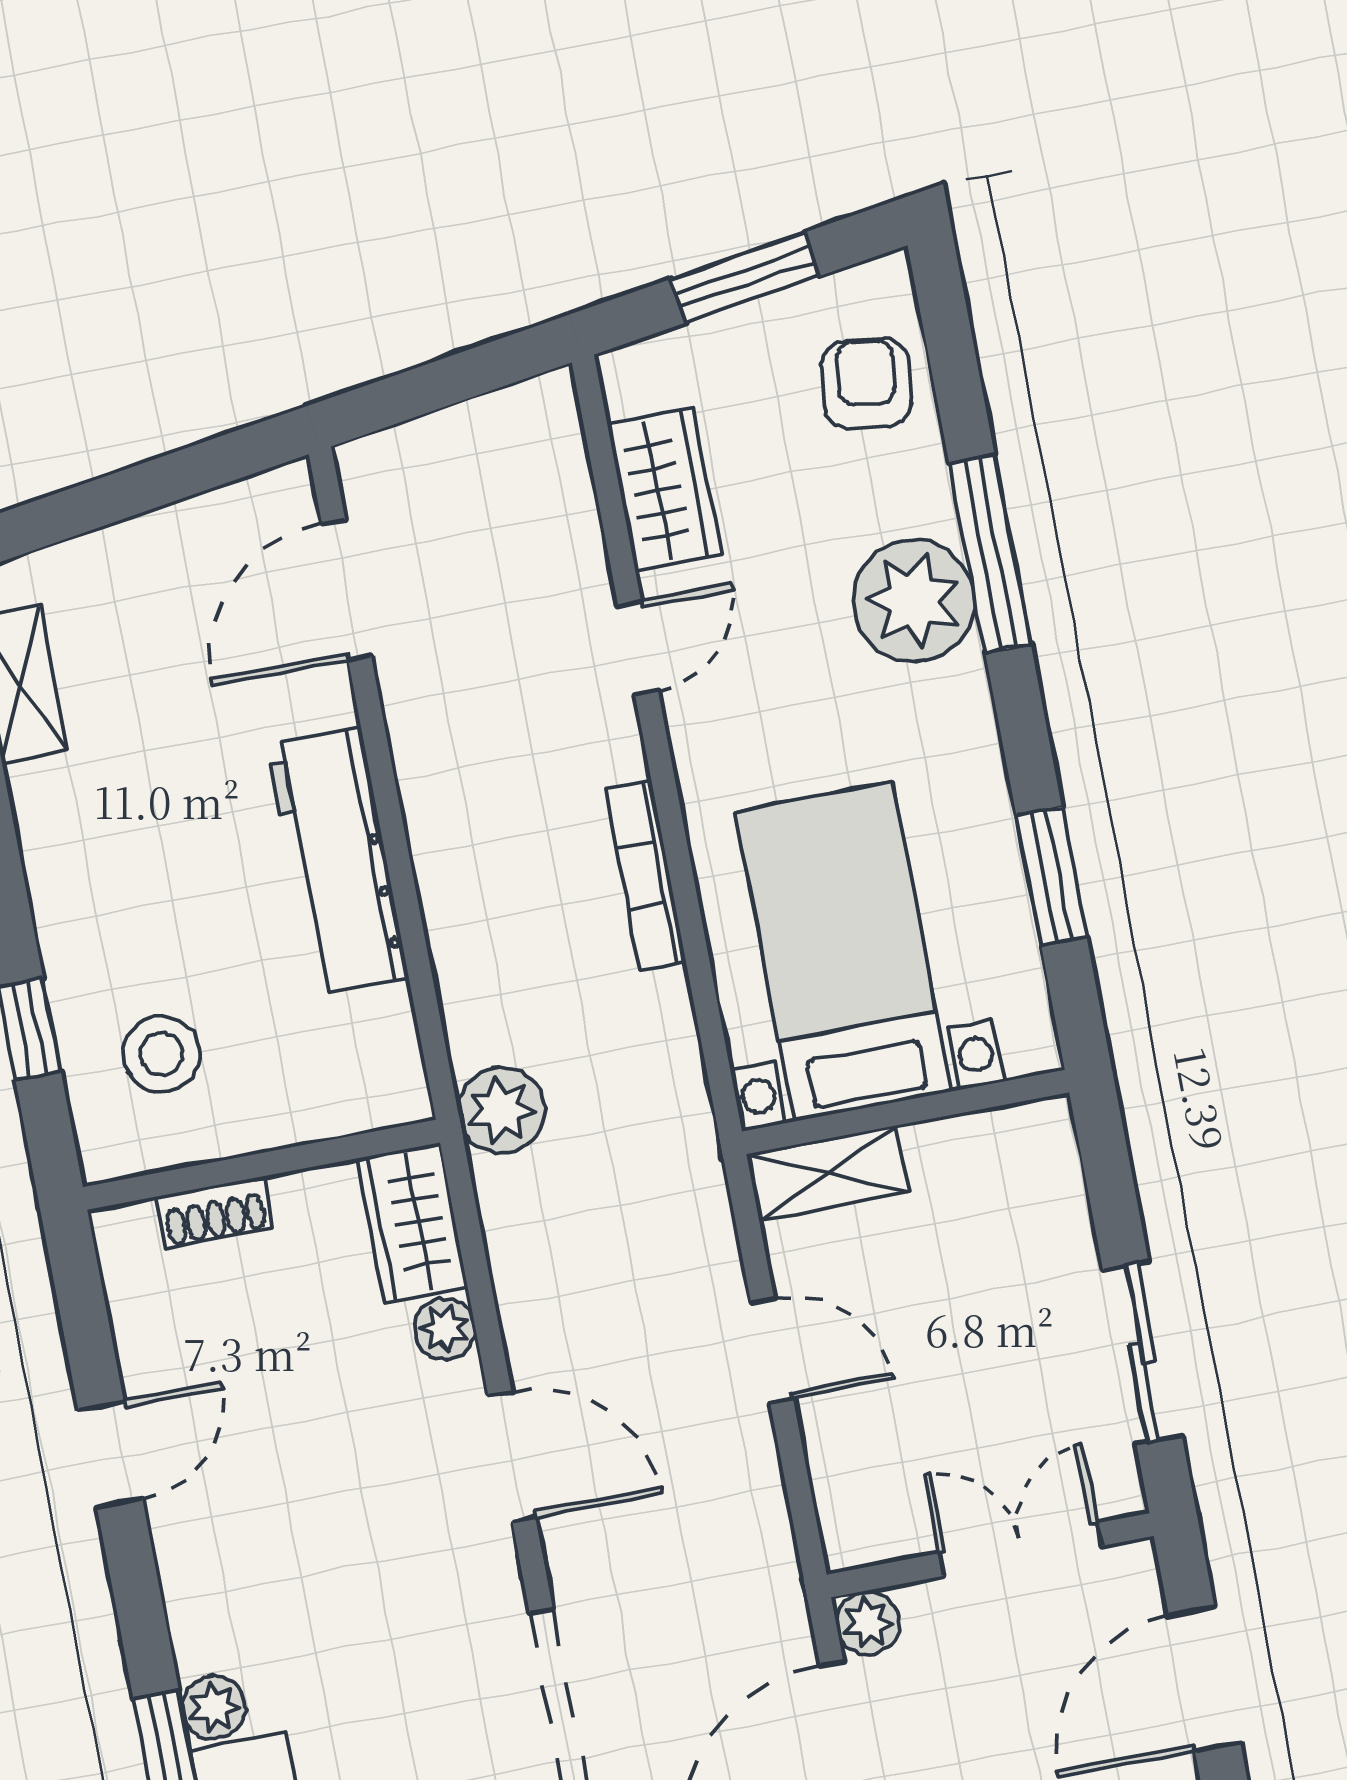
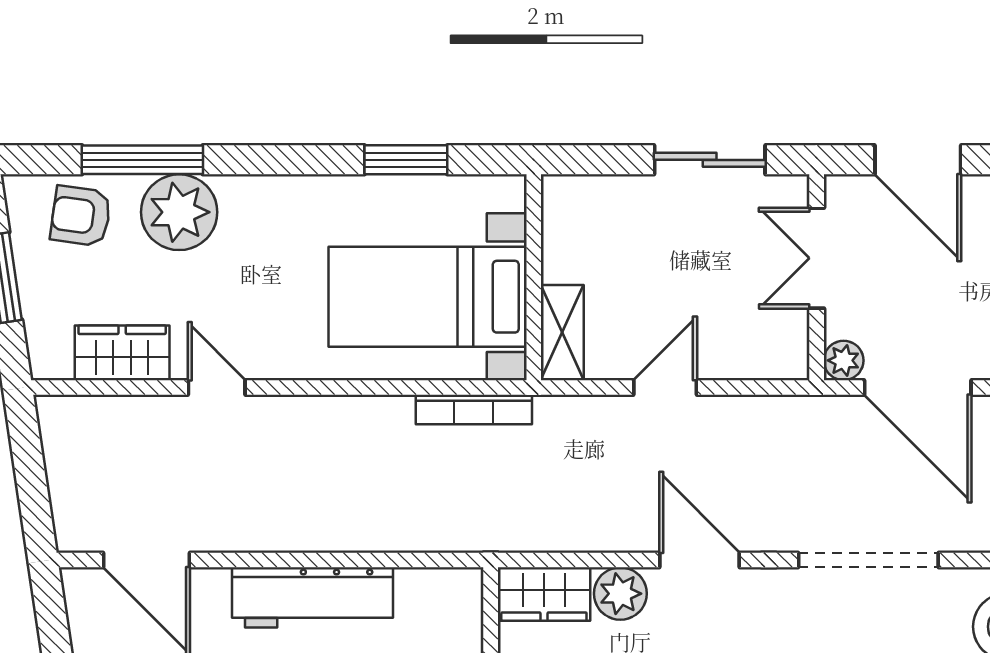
window: (990, 554) -> (142, 160), moved
plant: (914, 601) -> (179, 212), moved
bookcase: (646, 875) -> (474, 410), moved
plant: (501, 1111) -> (485, 526), removed
plant: (445, 1329) -> (620, 594), width x1.38, depth x1.38
door: (512, 1456) -> (699, 560), hinge flipped

